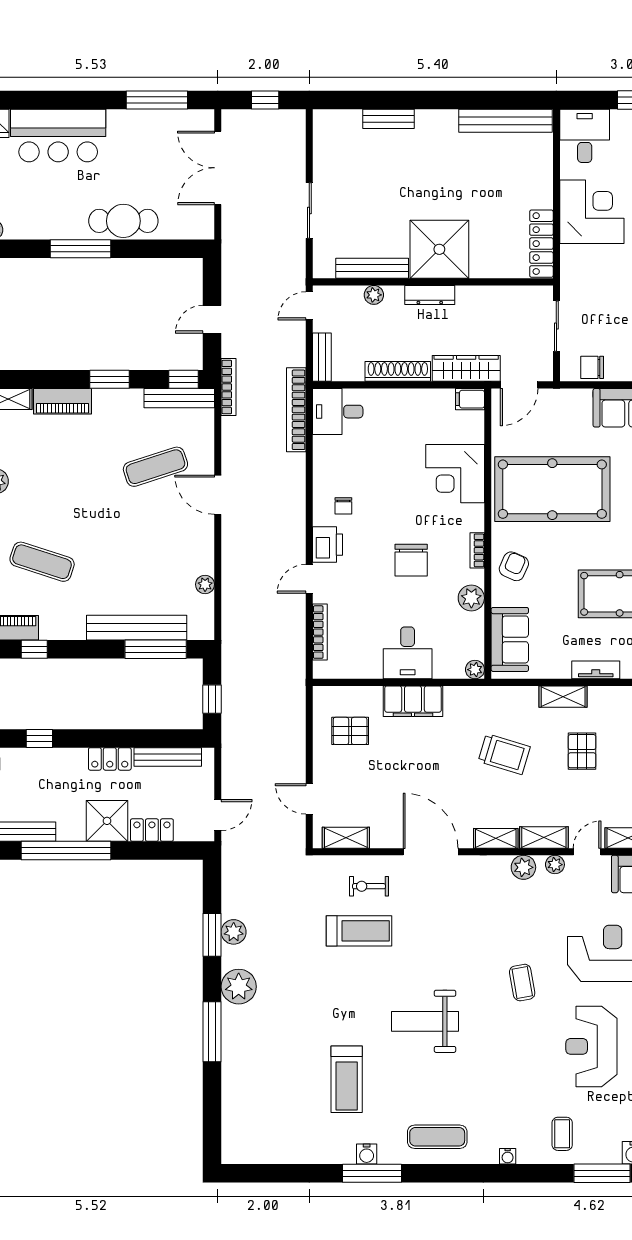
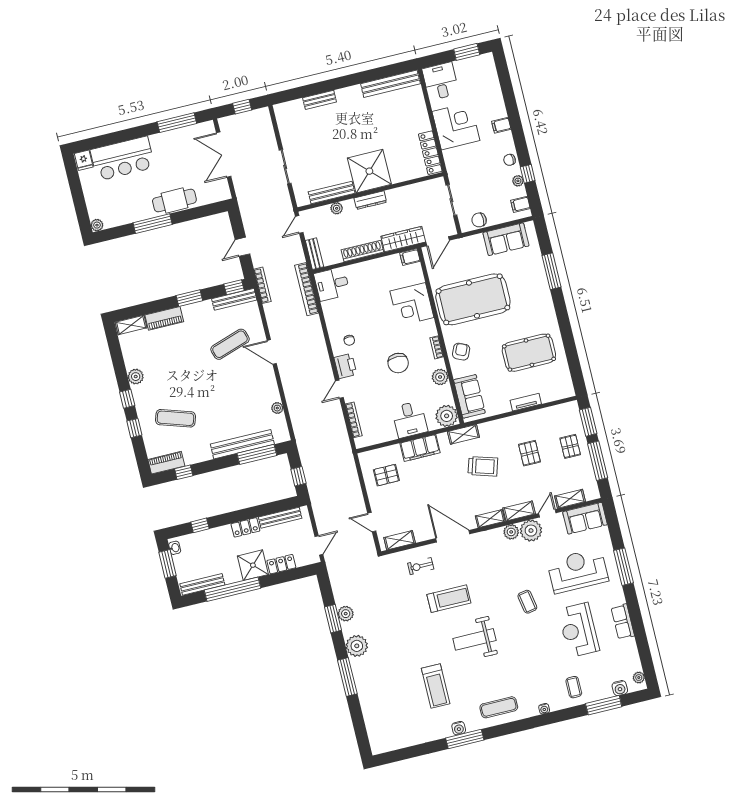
plant: (475, 670) -> (447, 416), width x1.87, depth x1.87
shelving: (563, 697) -> (463, 434), moved
plant: (555, 865) -> (531, 531), width x1.88, depth x1.88
treadmill: (359, 931) -> (449, 599), moved

